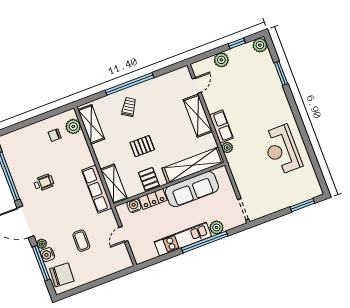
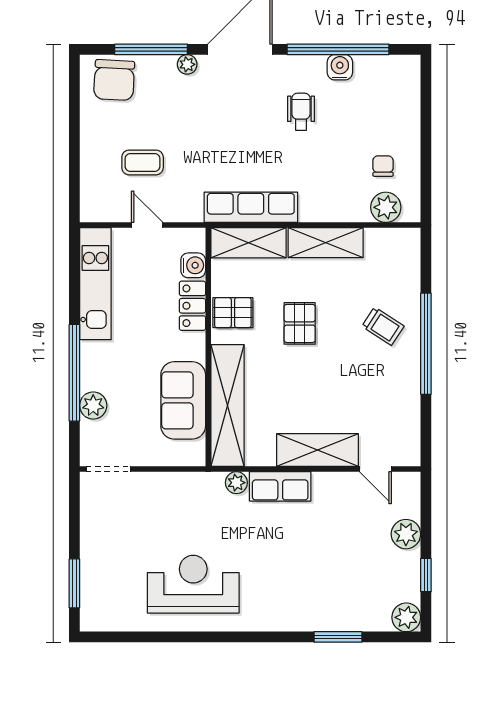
shelving: (91, 124) -> (326, 243), moved
wheelchair: (44, 183) -> (301, 112), turned 180
sofa: (192, 189) -> (183, 400), width x0.73
kitchen unit: (183, 239) -> (95, 284), moved
coffee table: (81, 241) -> (143, 162), moved
water cooler: (47, 255) -> (340, 67), moved

